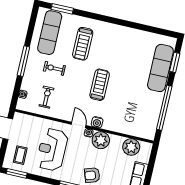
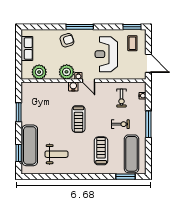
weight bench: (133, 51) -> (56, 154), added
window: (164, 108) -> (19, 112), width x0.47
reception desk: (52, 150) -> (106, 54), turned 180

